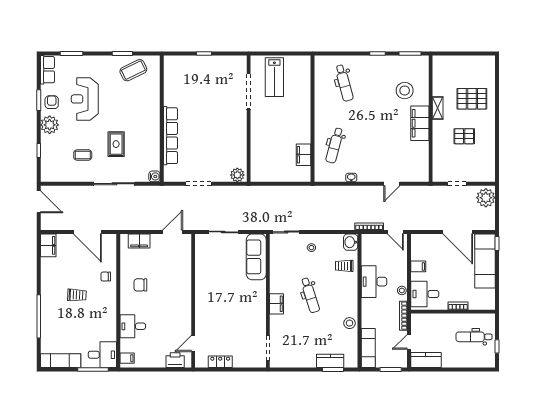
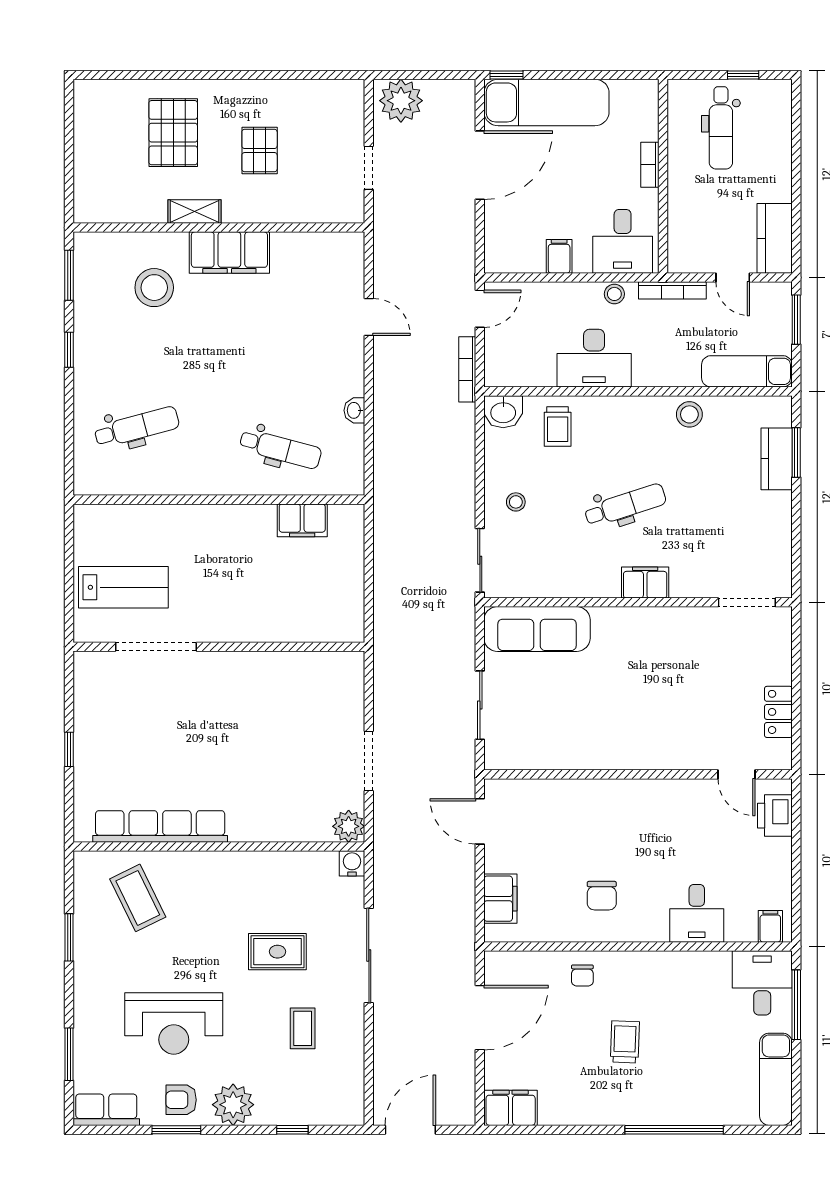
coffee table: (133, 70) -> (138, 898), moved
row of seats: (170, 136) -> (160, 826), moved
plant: (237, 175) -> (349, 826), moved

